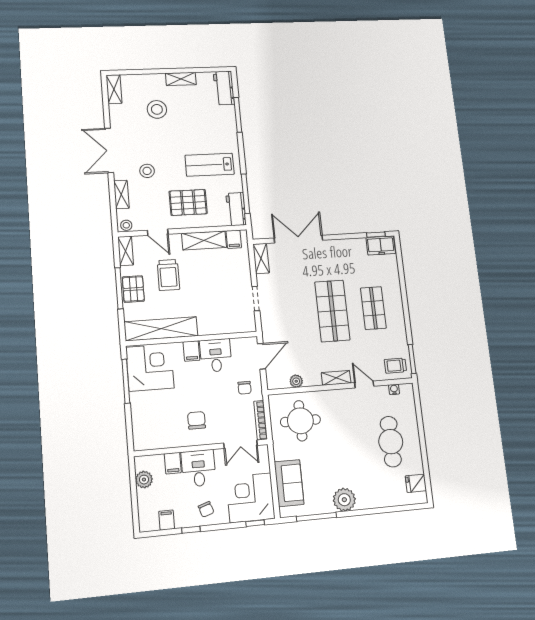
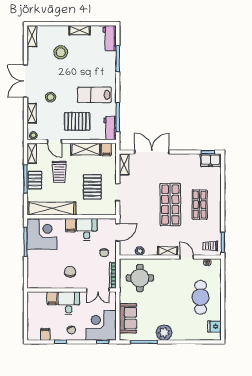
pallet: (218, 293) -> (92, 187), added
plant: (144, 480) -> (33, 307), removed

